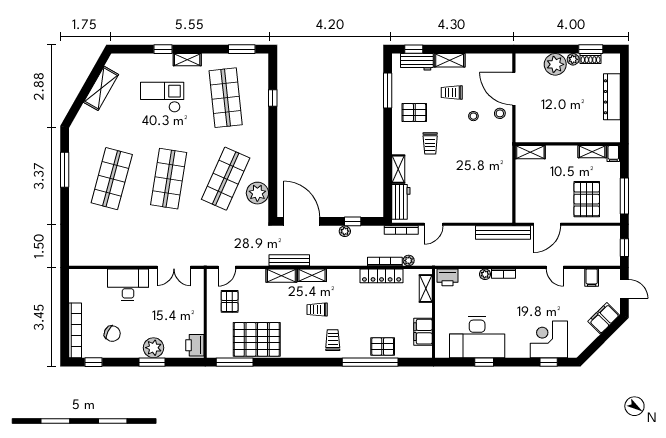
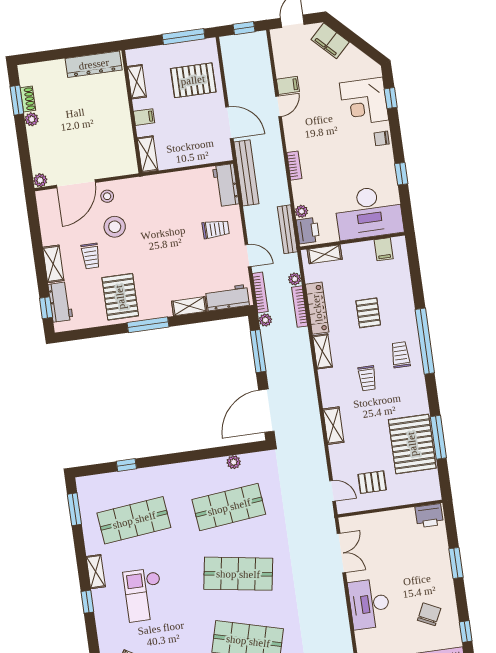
plant: (555, 64) -> (40, 180), moved, width x0.53, depth x0.53
window: (388, 91) -> (148, 325), moved
dresser: (612, 97) -> (94, 64), moved
pallet: (414, 112) -> (120, 297), width x1.50, depth x1.42
stool: (473, 116) -> (115, 227), width x1.89, depth x1.89
trolley: (430, 143) -> (216, 229), moved
filing cabinet: (613, 153) -> (144, 117), moved
shop shelf: (226, 179) -> (229, 507), turned -30
plant: (257, 193) -> (234, 462), width x0.53, depth x0.53
workbench: (495, 214) -> (226, 185), added
window: (353, 221) -> (258, 351), width x2.17
plant: (345, 231) -> (265, 320), moved
bench: (289, 260) -> (287, 229), moved
plant: (485, 274) -> (302, 211), moved
shelving: (312, 275) -> (322, 351), moved
filing cabinet: (592, 278) -> (288, 85), moved
filing cabinet: (423, 332) -> (384, 249), width x0.50
desk: (477, 337) -> (369, 213), moved, turned 90
trolley: (333, 340) -> (400, 355), turned 90
pallet: (383, 347) -> (368, 313), moved
plant: (154, 348) -> (439, 564), removed
chair: (516, 350) -> (382, 138), added
window: (235, 362) -> (438, 437), moved
window: (370, 362) -> (425, 341), moved

